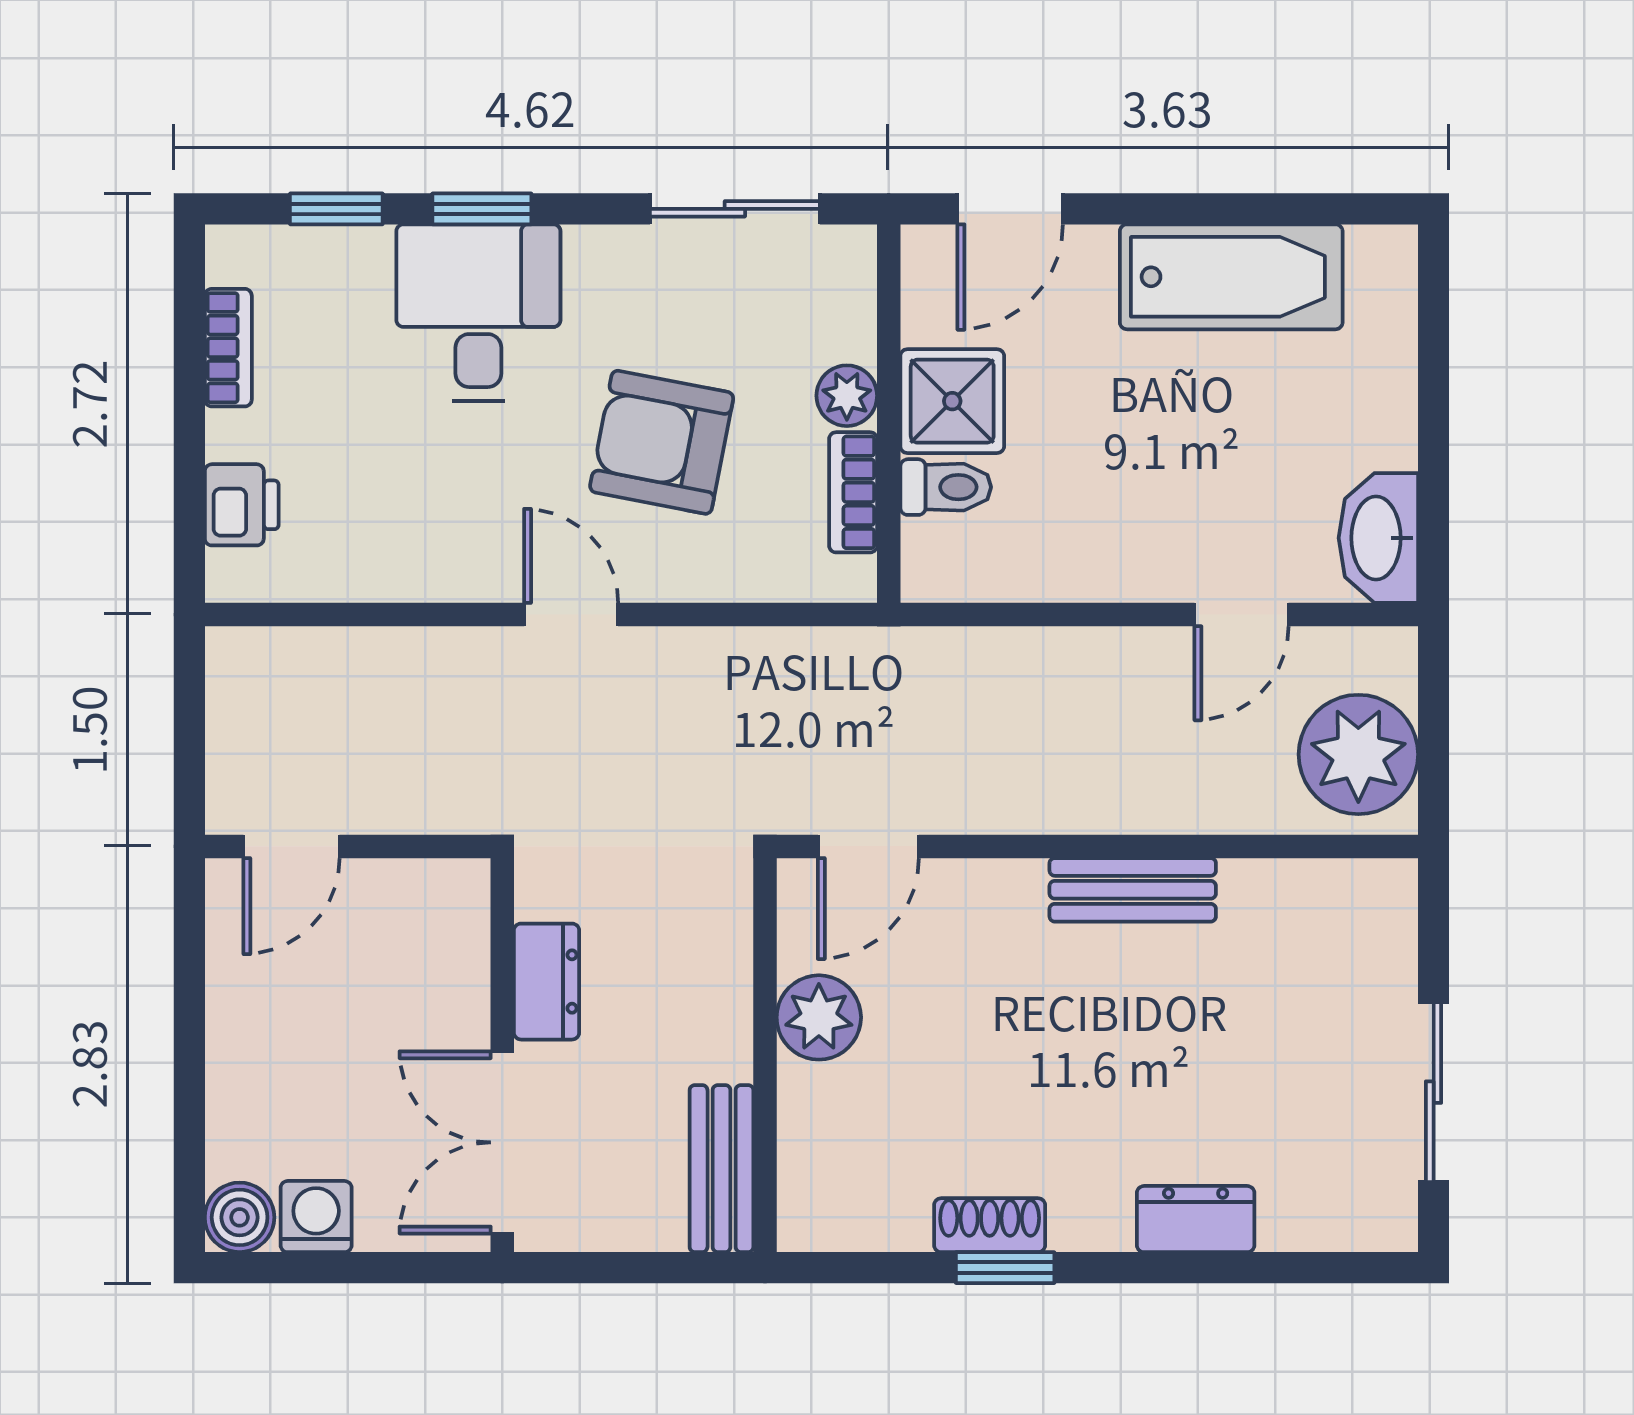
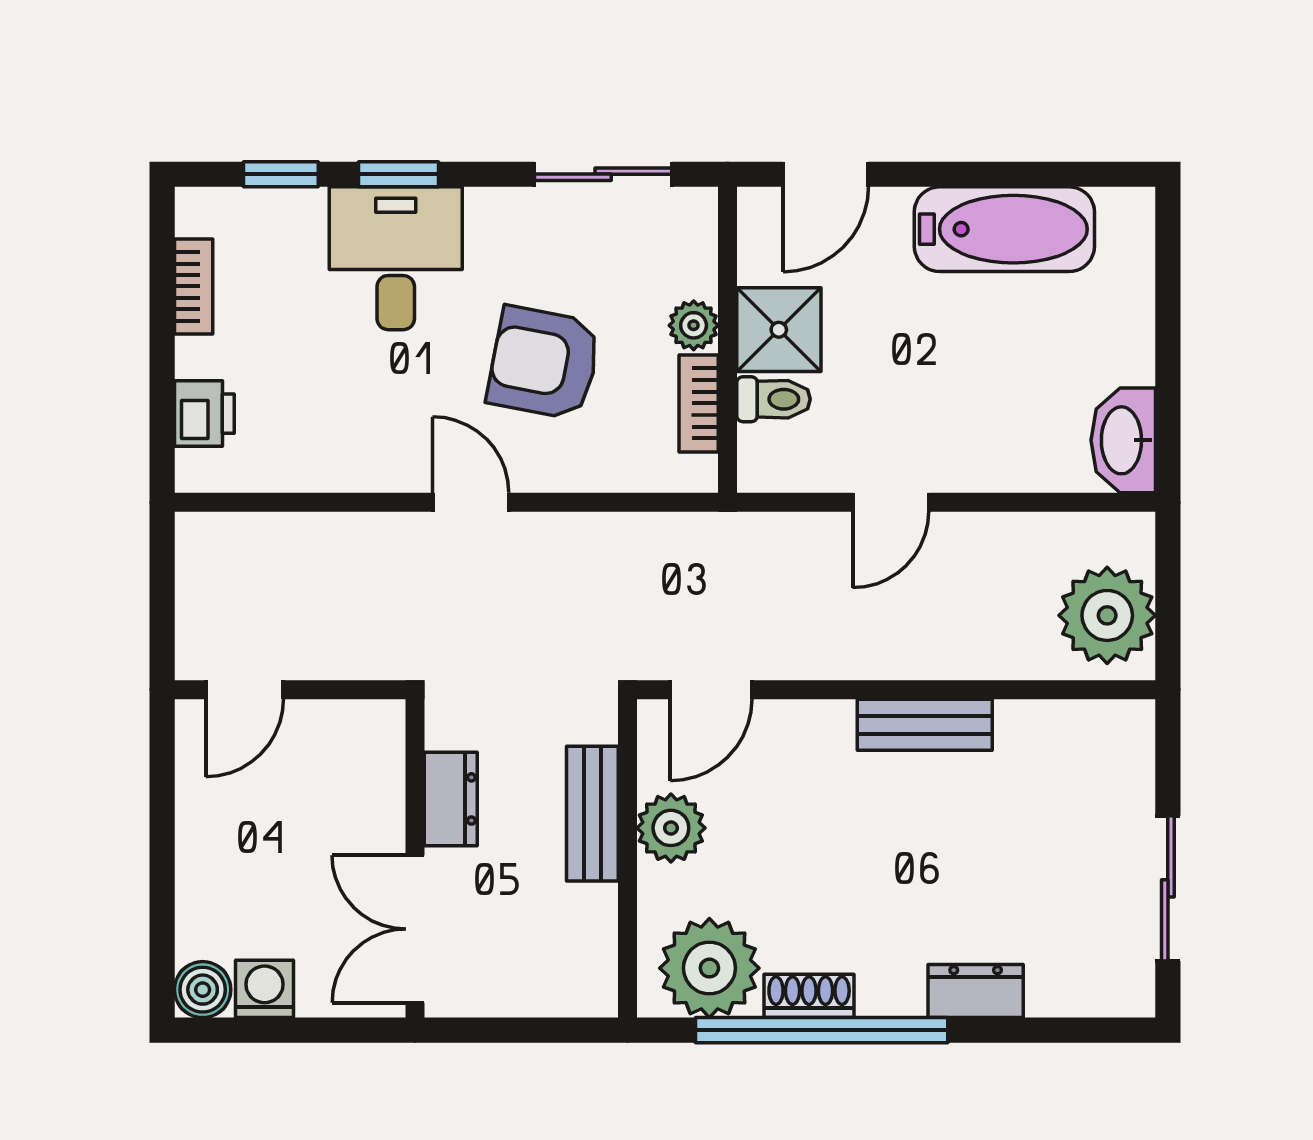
door: (1242, 615) -> (891, 502), moved
bench: (722, 1169) -> (592, 814), moved
plant: (866, 1191) -> (709, 968), added
window: (1005, 1268) -> (822, 1030), width x3.17

